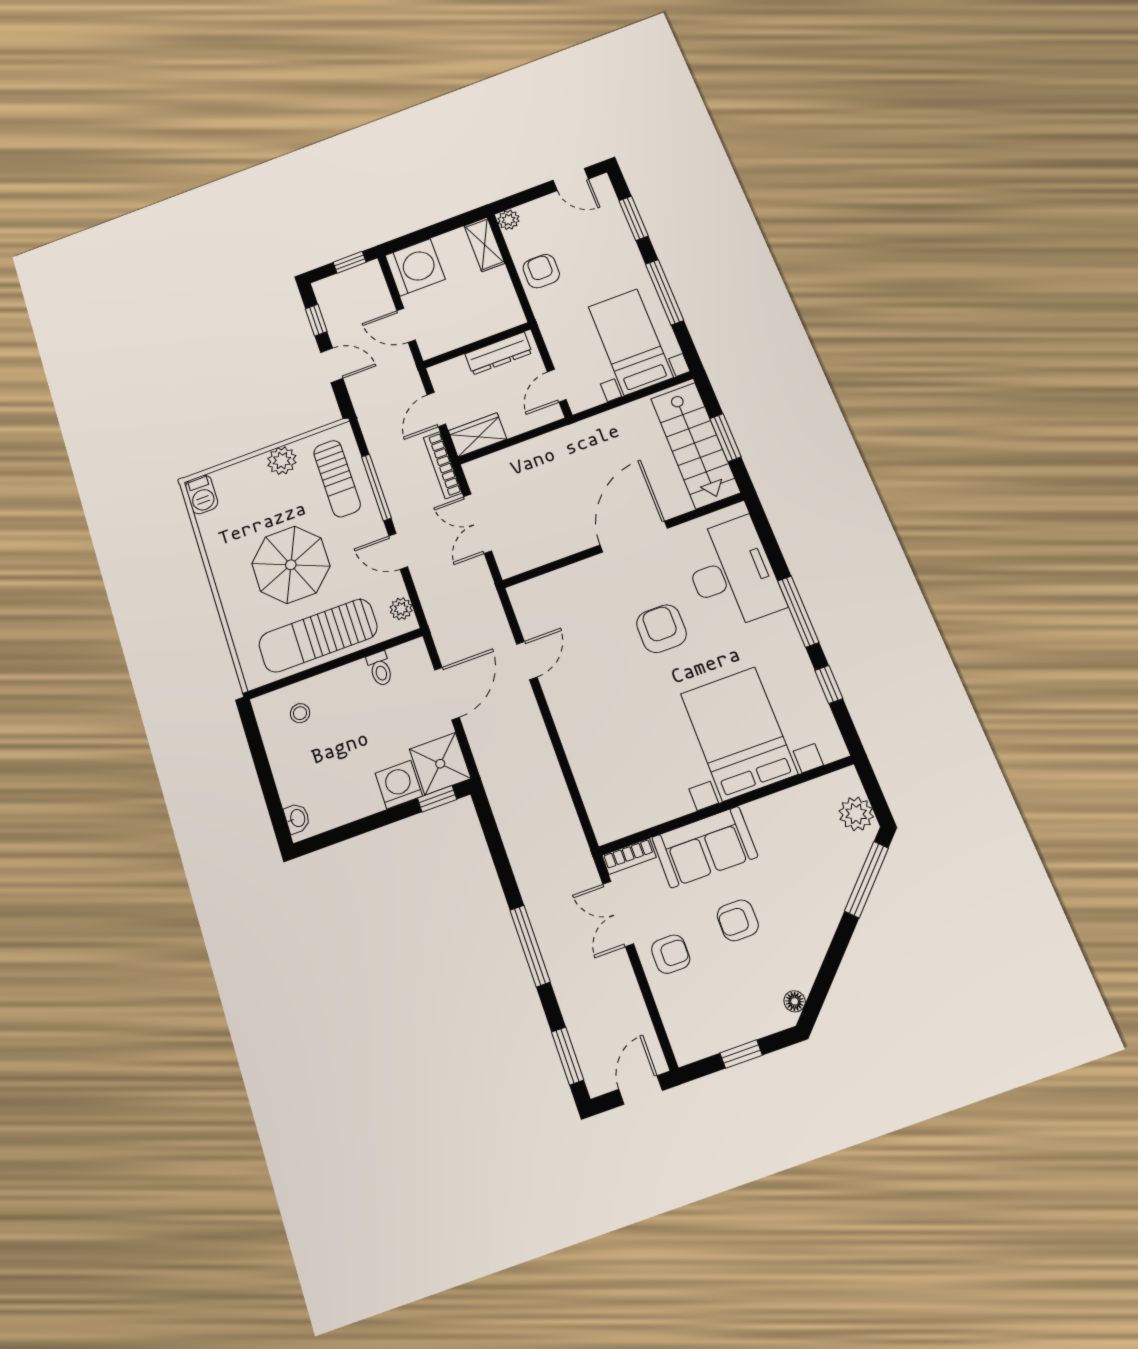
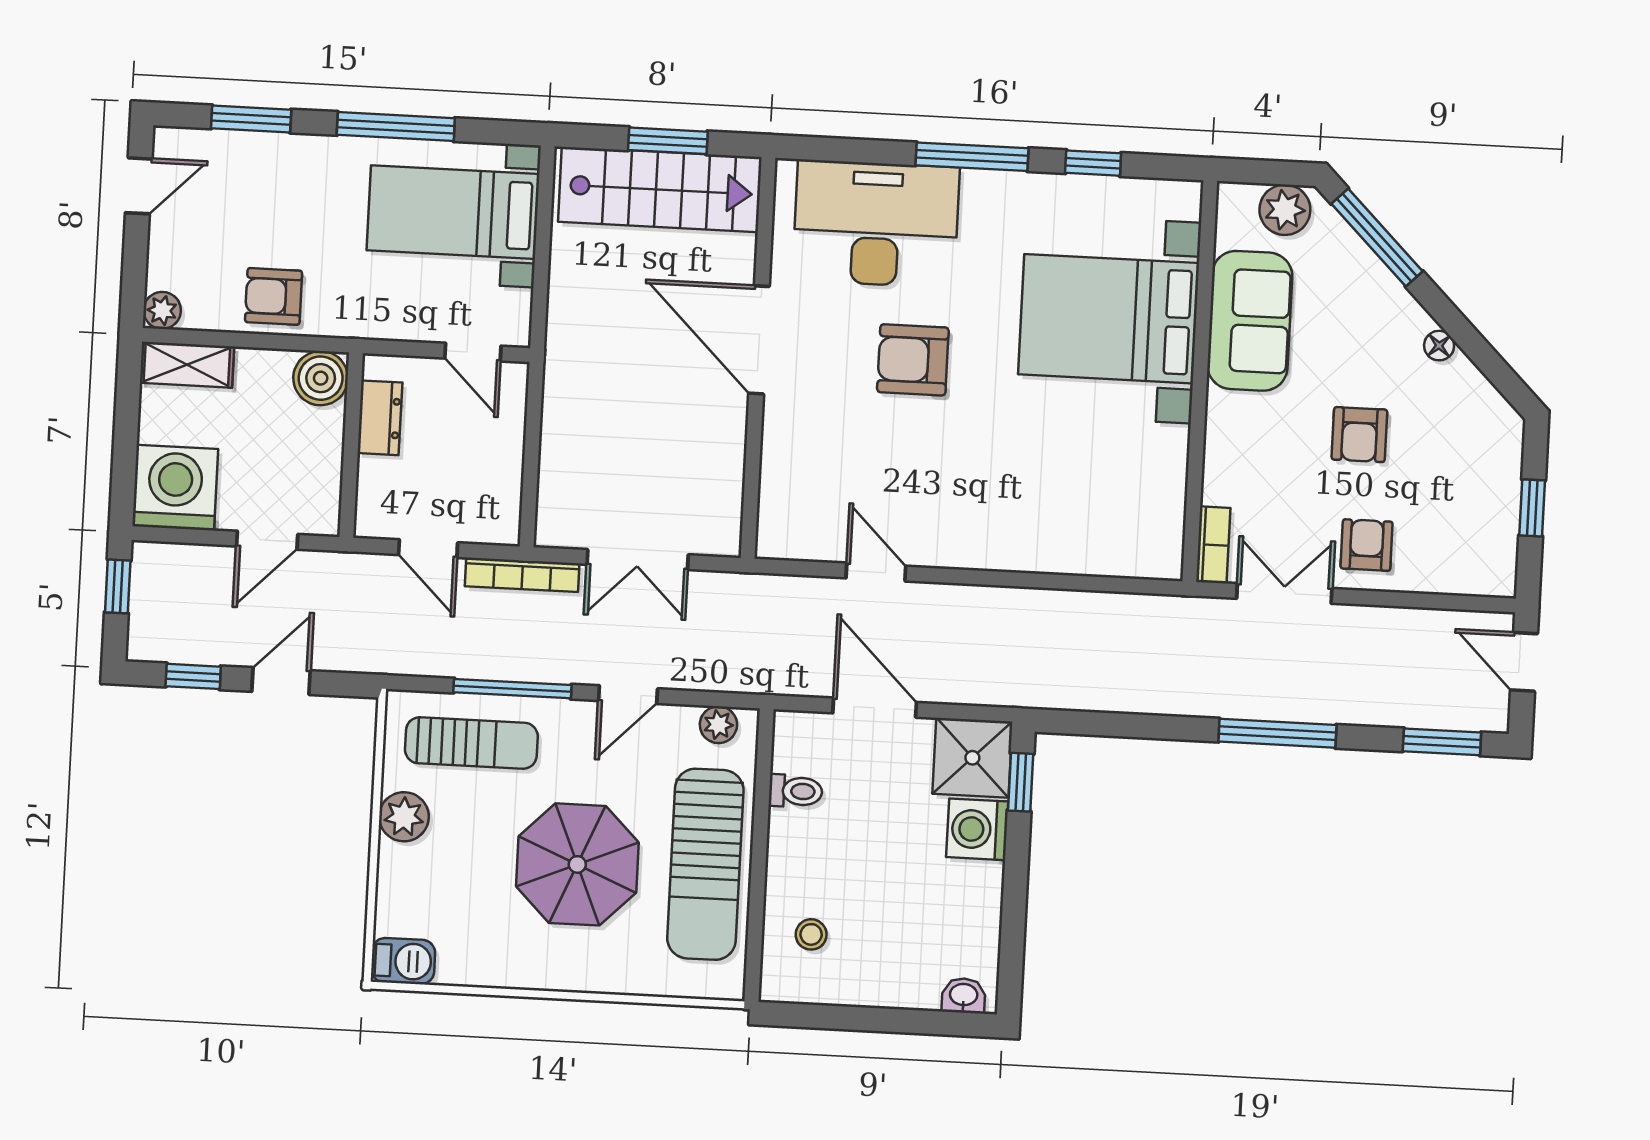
boiler: (507, 314) -> (321, 378), added
dresser: (498, 353) -> (380, 418), width x0.70
wardrobe: (478, 435) -> (498, 503), removed
sofa: (705, 847) -> (1250, 321), moved
double door: (618, 914) -> (1284, 593), swing flipped
floor lamp: (795, 1001) -> (1439, 346), moved

